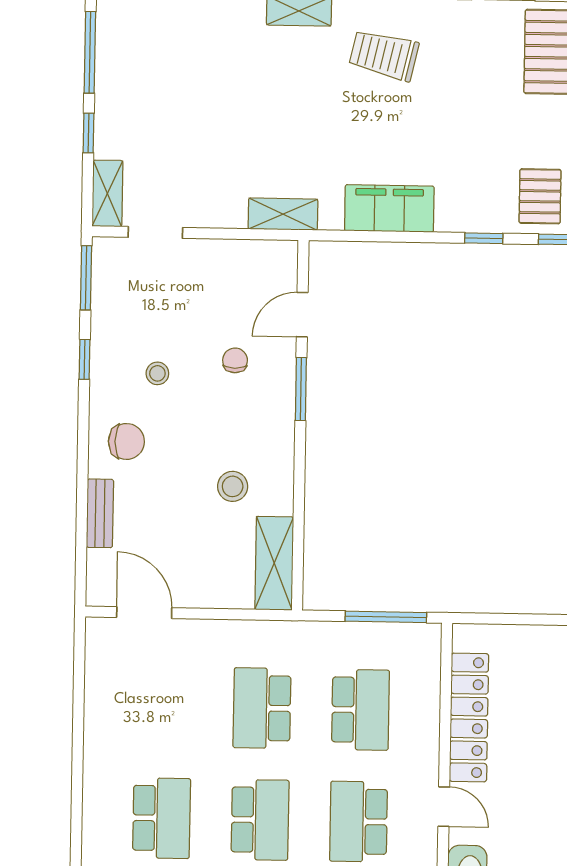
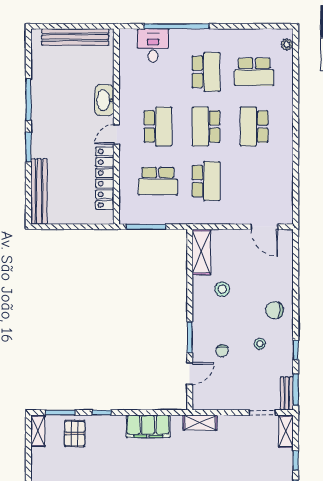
bench: (100, 513) -> (287, 393), moved
school desk: (360, 710) -> (158, 181), turned -90
door: (444, 807) -> (116, 135), hinge flipped

